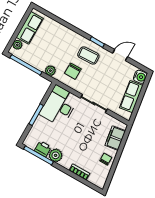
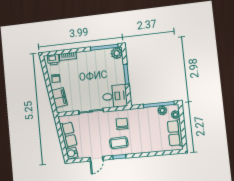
plant: (50, 71) -> (162, 110), moved
desk: (59, 106) -> (115, 96), width x0.73
printer: (43, 149) -> (53, 60), moved
plant: (56, 155) -> (117, 53), moved

